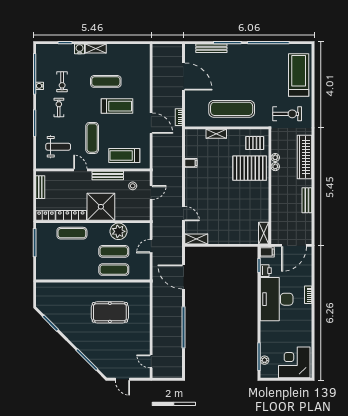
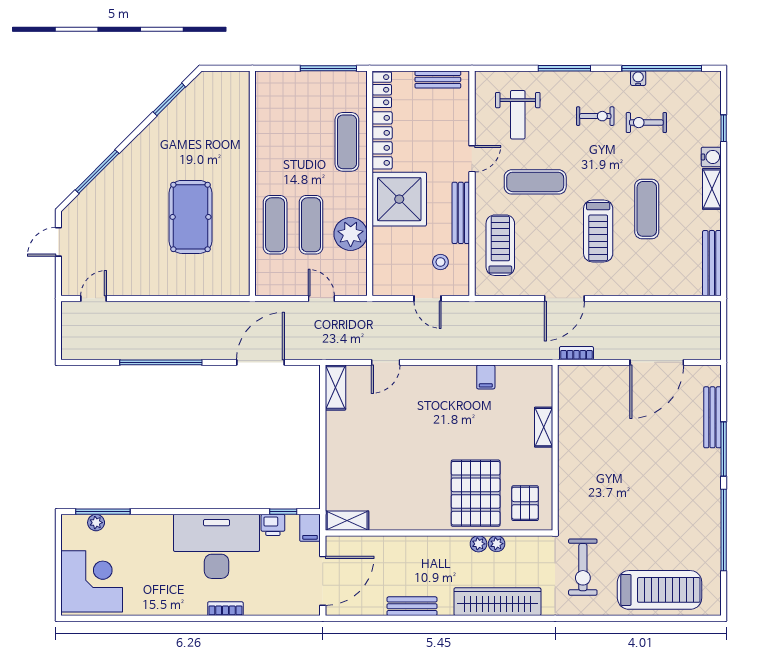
bench: (133, 49) -> (712, 263), added
exercise mat: (232, 109) -> (593, 458), removed
door: (294, 245) -> (323, 581), swing flipped

